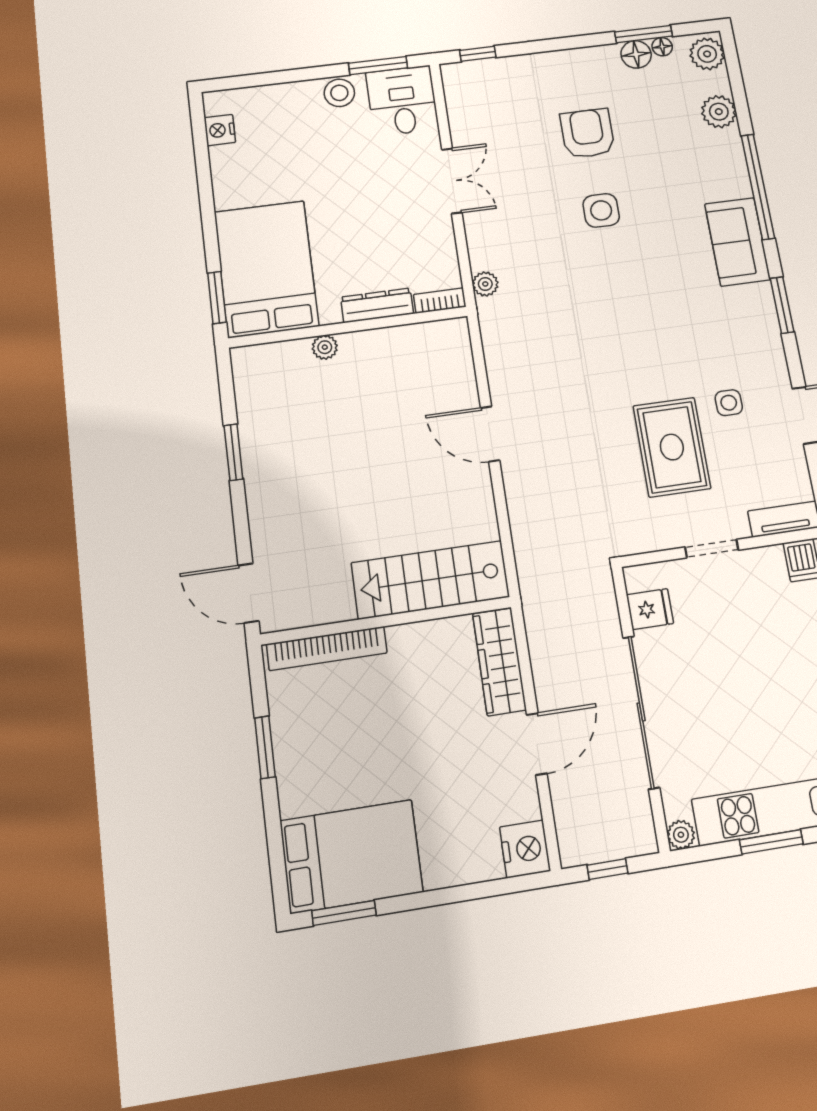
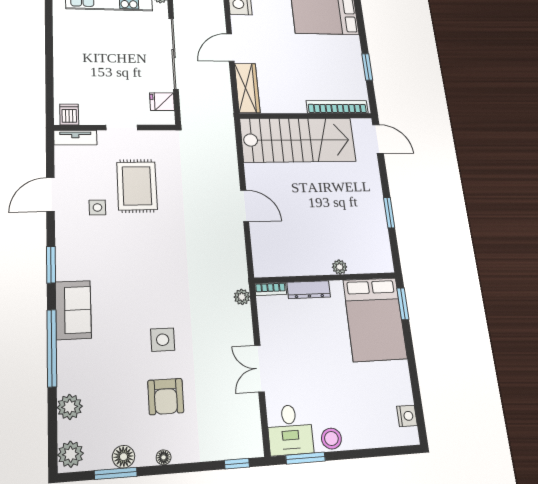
floor lamp: (662, 47) -> (164, 457), moved
stairs: (430, 580) -> (298, 140), width x1.36, depth x1.51

